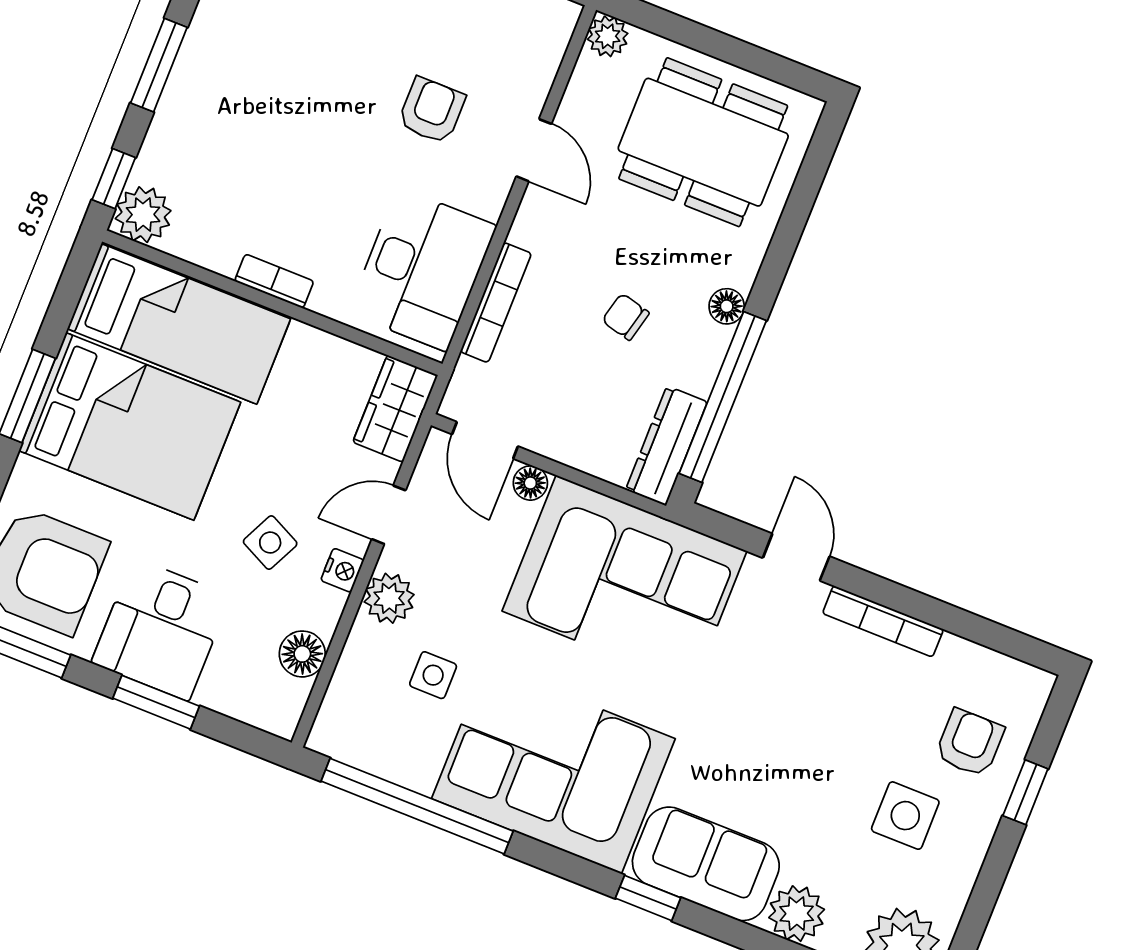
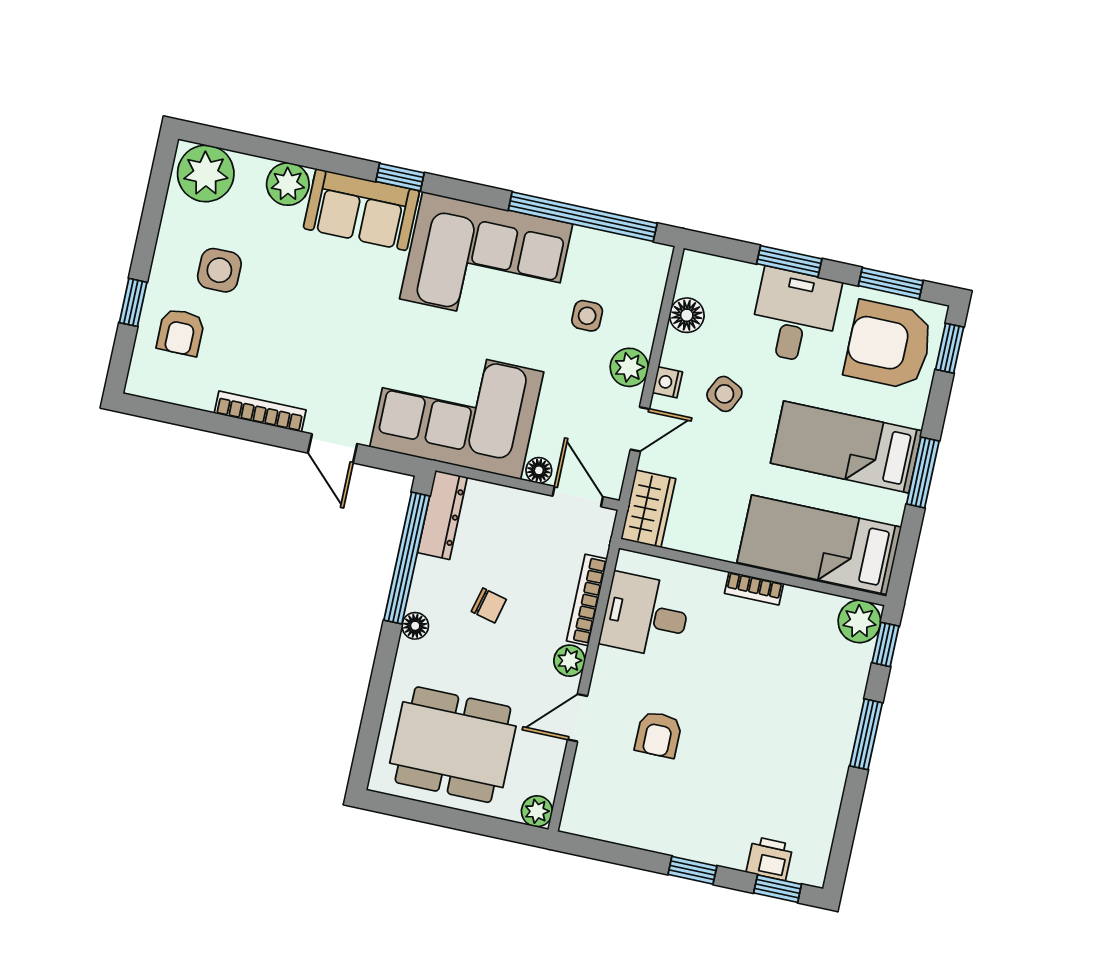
door: (534, 150) -> (578, 718), hinge flipped
plant: (532, 227) -> (569, 661), added
desk: (422, 269) -> (645, 615), width x0.73
bed: (130, 426) -> (846, 447), width x0.67

